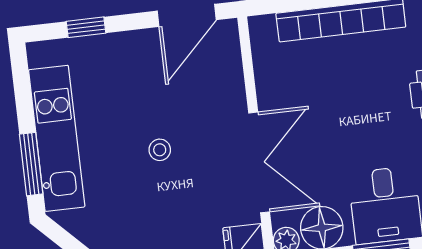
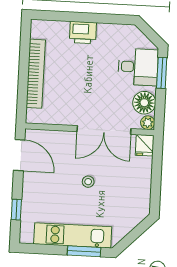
double door: (259, 162) -> (104, 130), swing flipped

